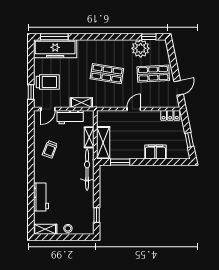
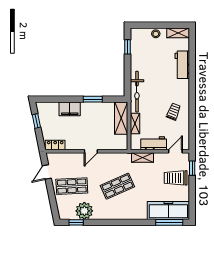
shop shelf: (107, 74) -> (117, 186), turned -33
window: (120, 162) -> (93, 99), moved

